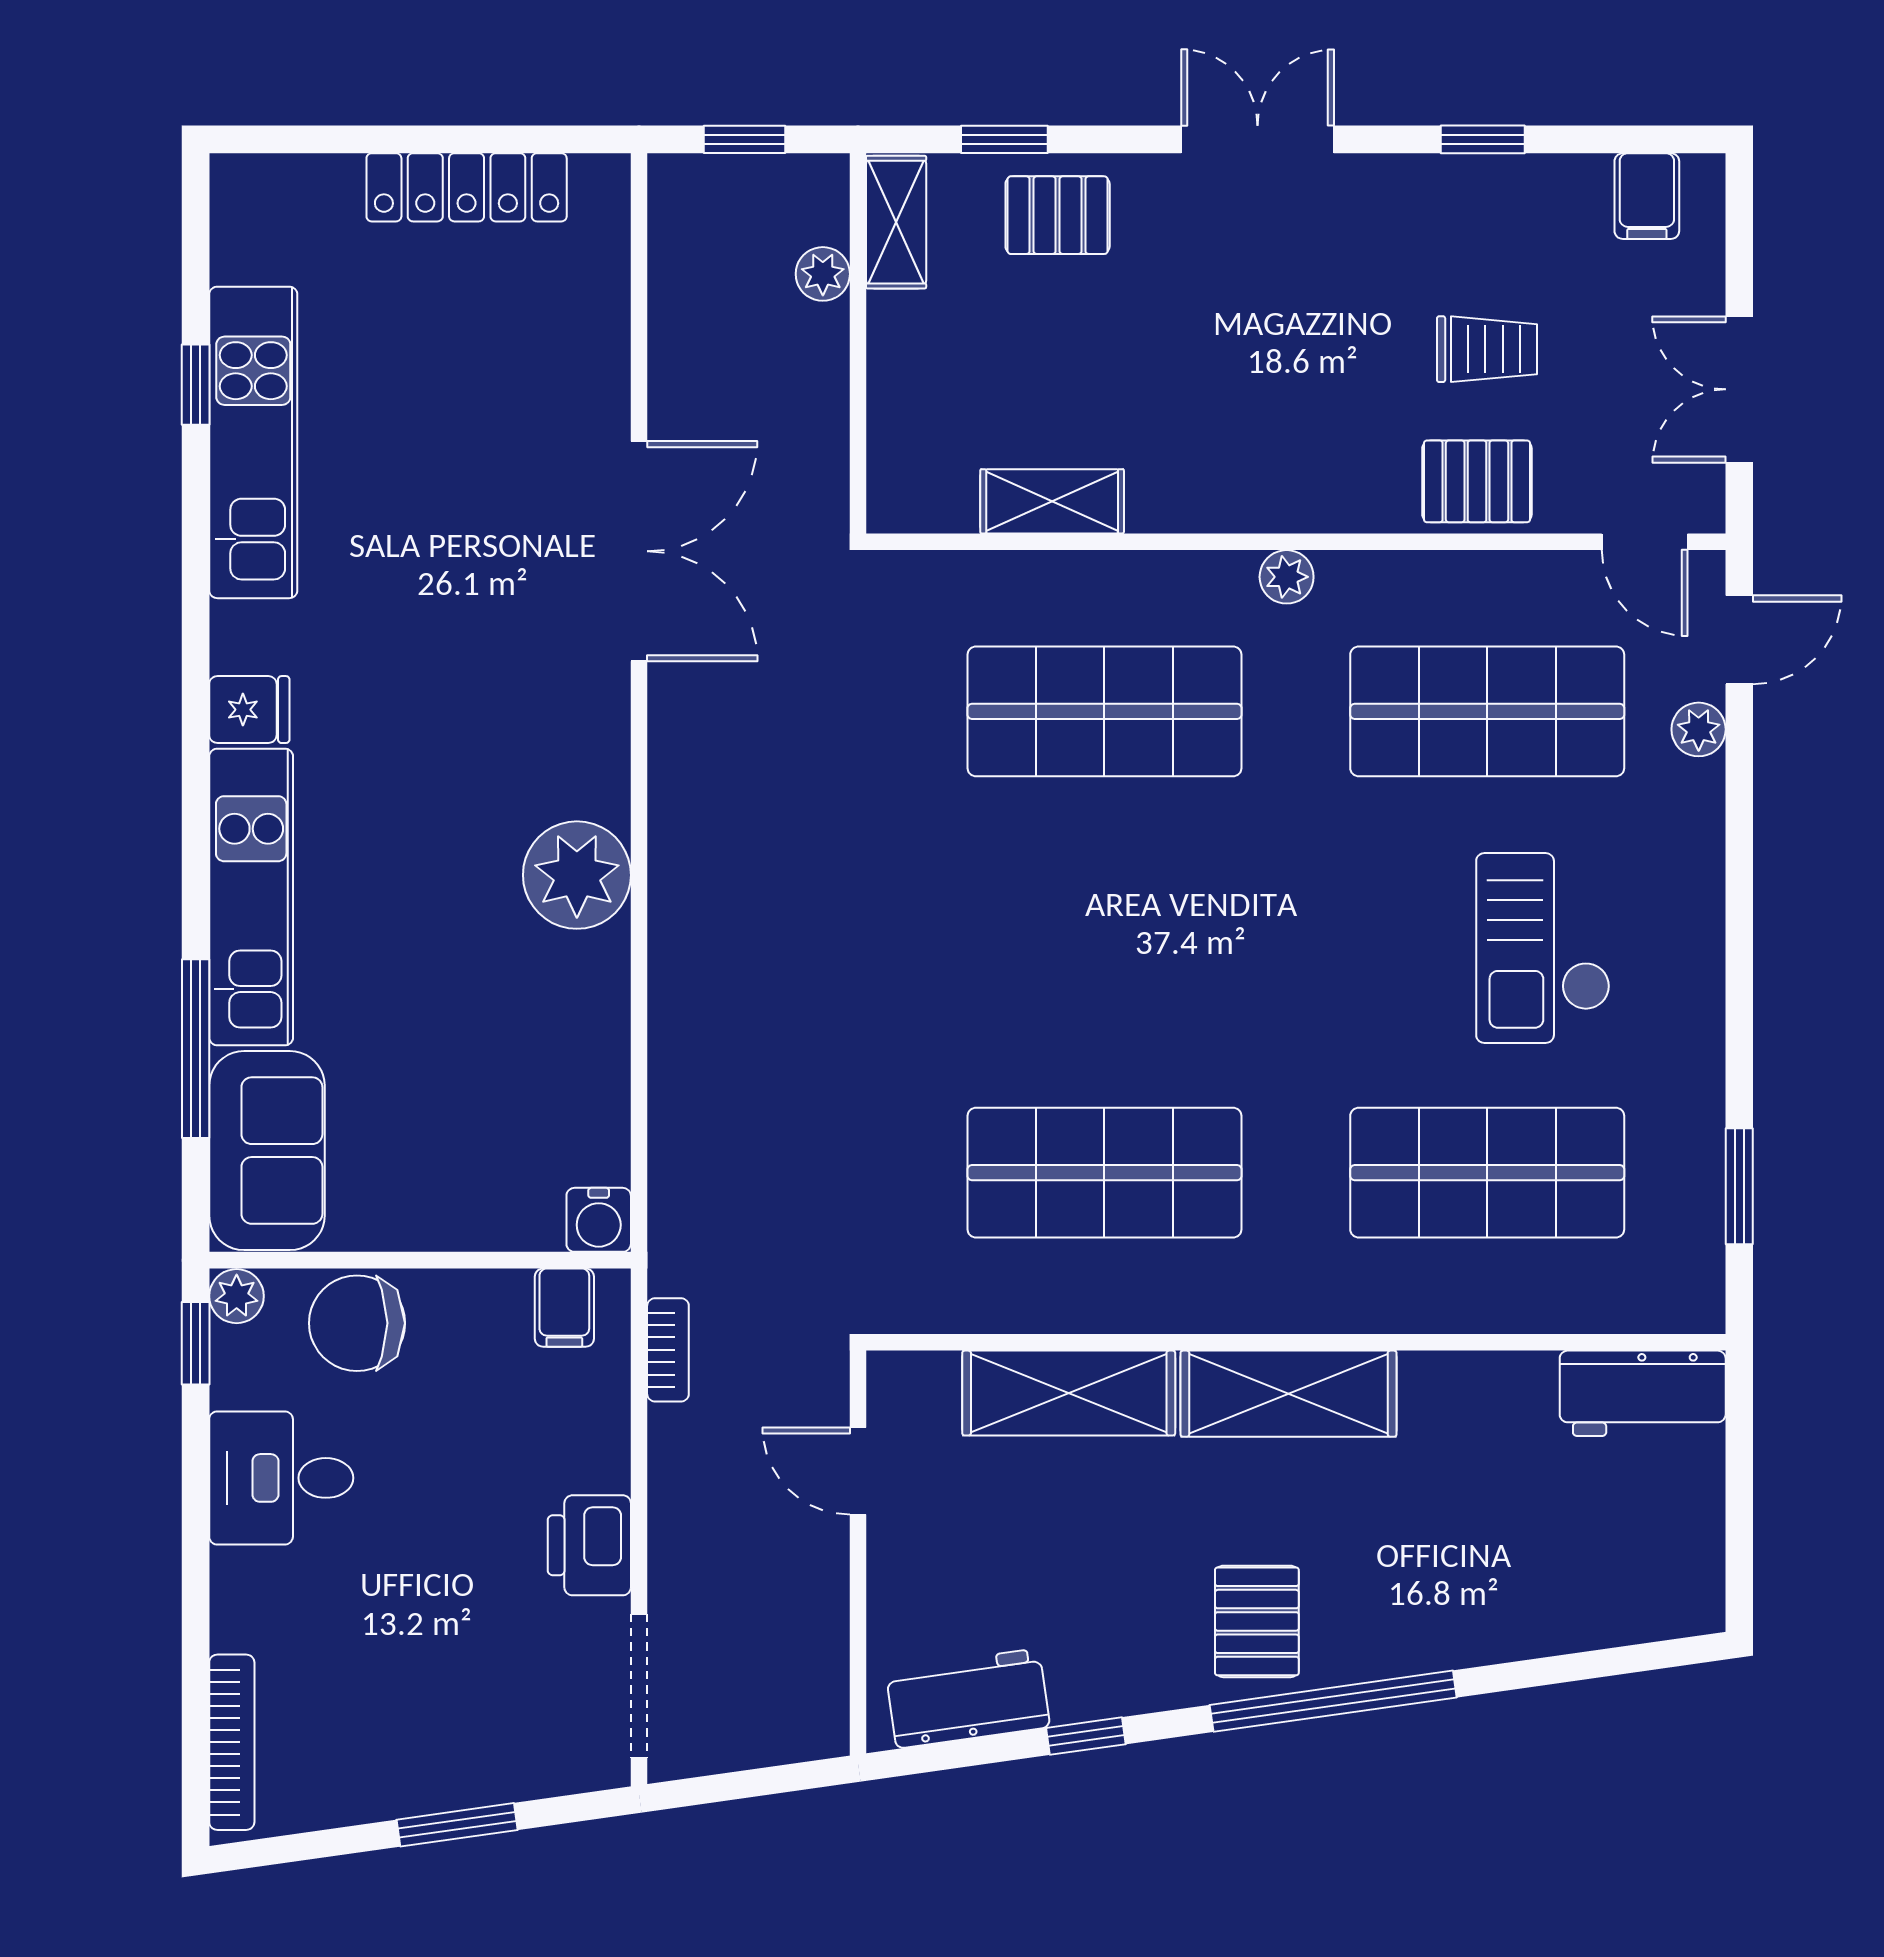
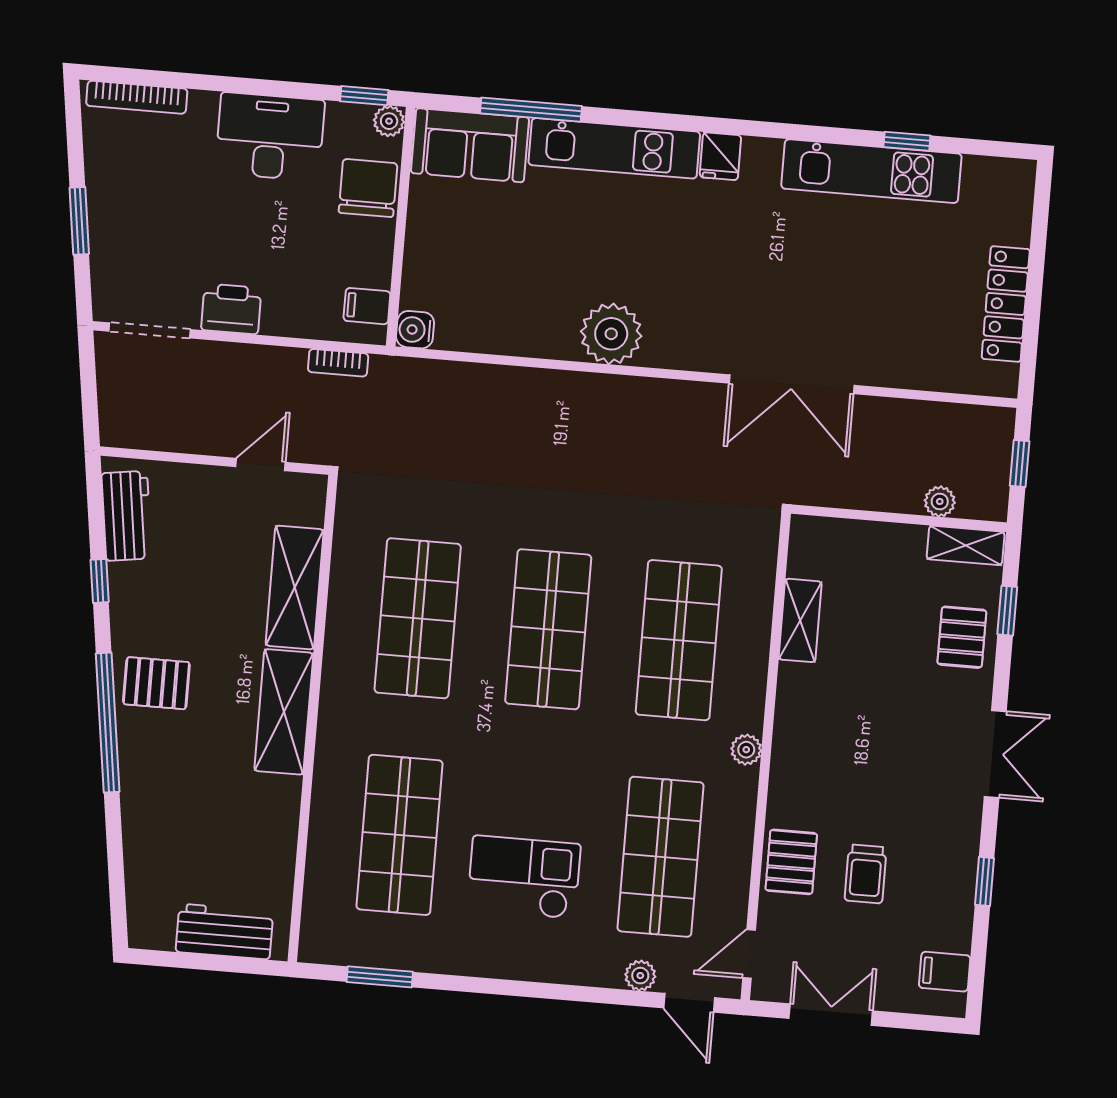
shop shelf: (1104, 942) -> (548, 629), added
workbench: (1643, 1393) -> (224, 932), moved, turned 90
desk: (281, 1478) -> (270, 137), width x1.37

